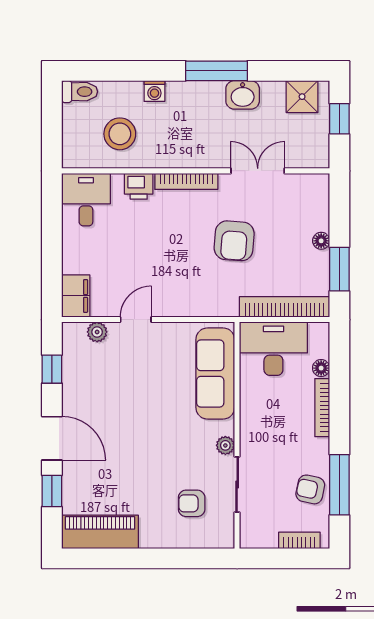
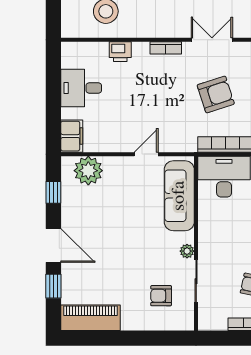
bookcase: (186, 181) -> (166, 48), width x0.64
desk: (86, 200) -> (81, 88), moved, turned -90
armchair: (234, 241) -> (216, 94), moved, turned -112
door: (136, 320) -> (146, 154), moved
plant: (97, 332) -> (88, 171), width x1.87, depth x1.87

